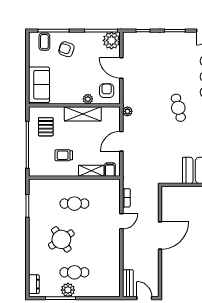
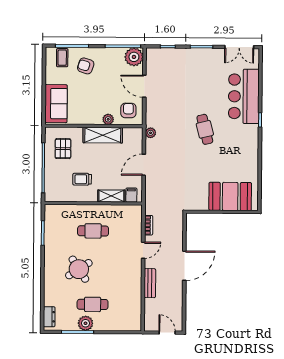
bench: (128, 283) -> (150, 283), moved

